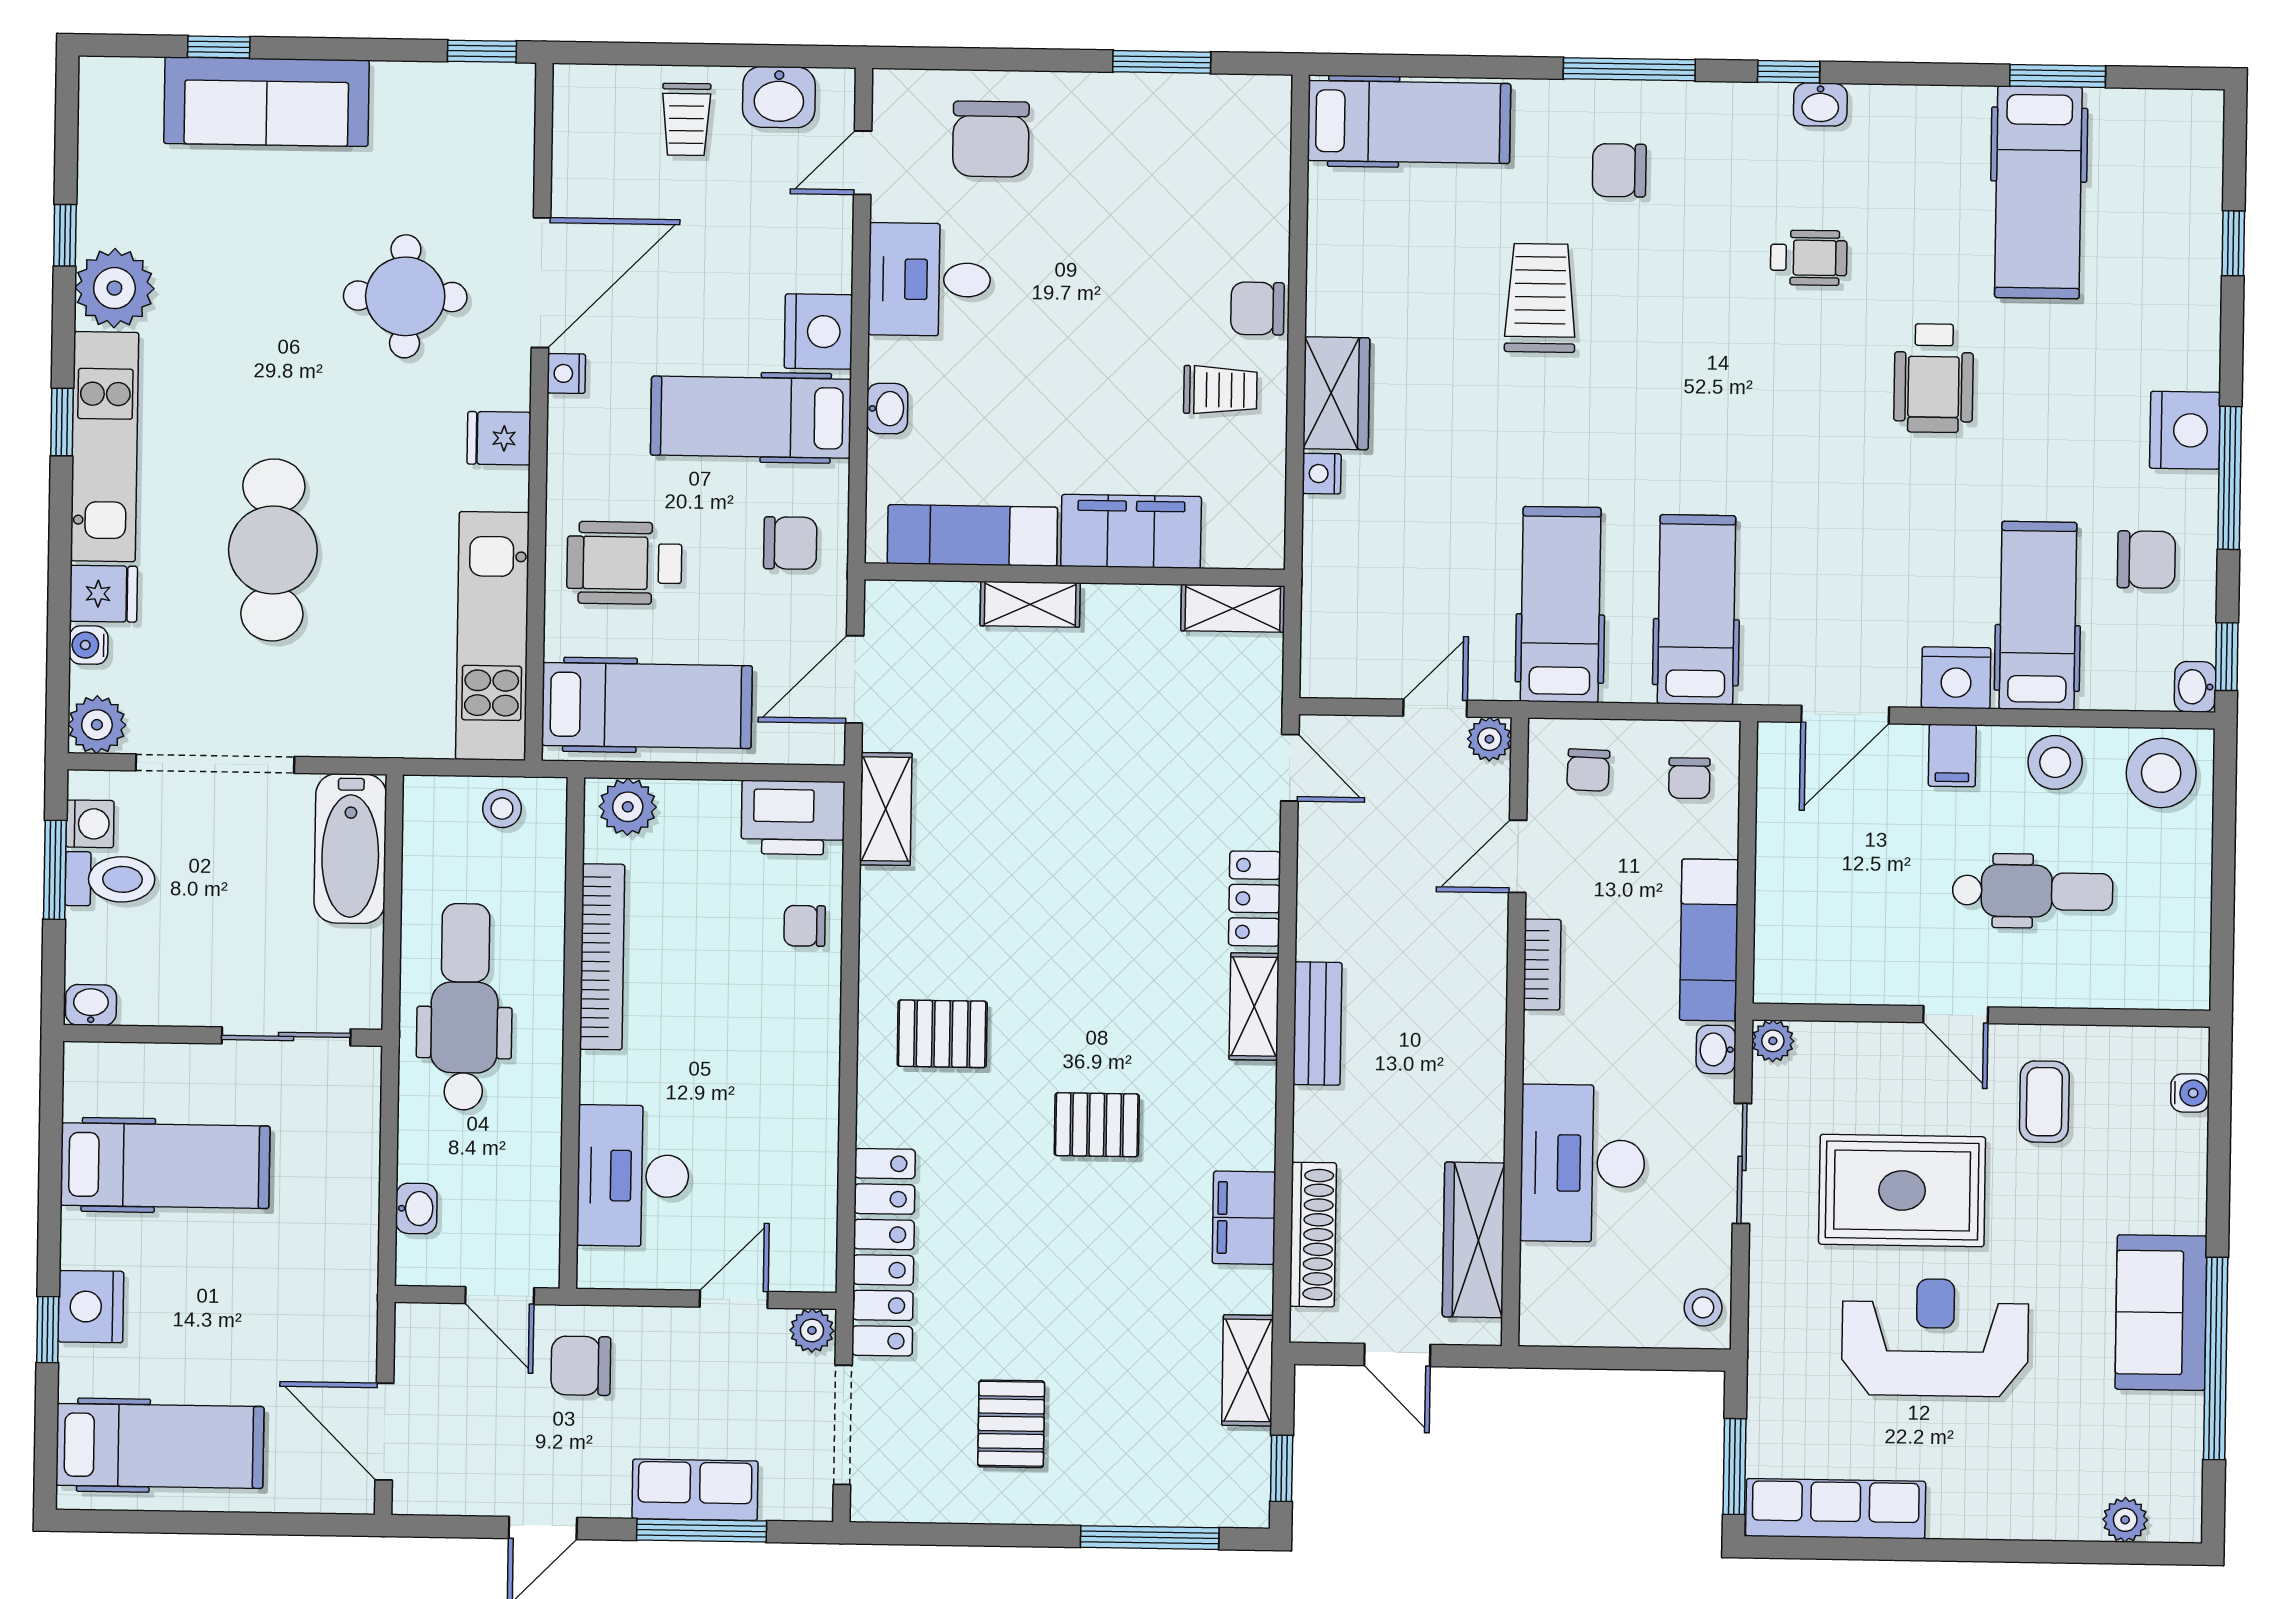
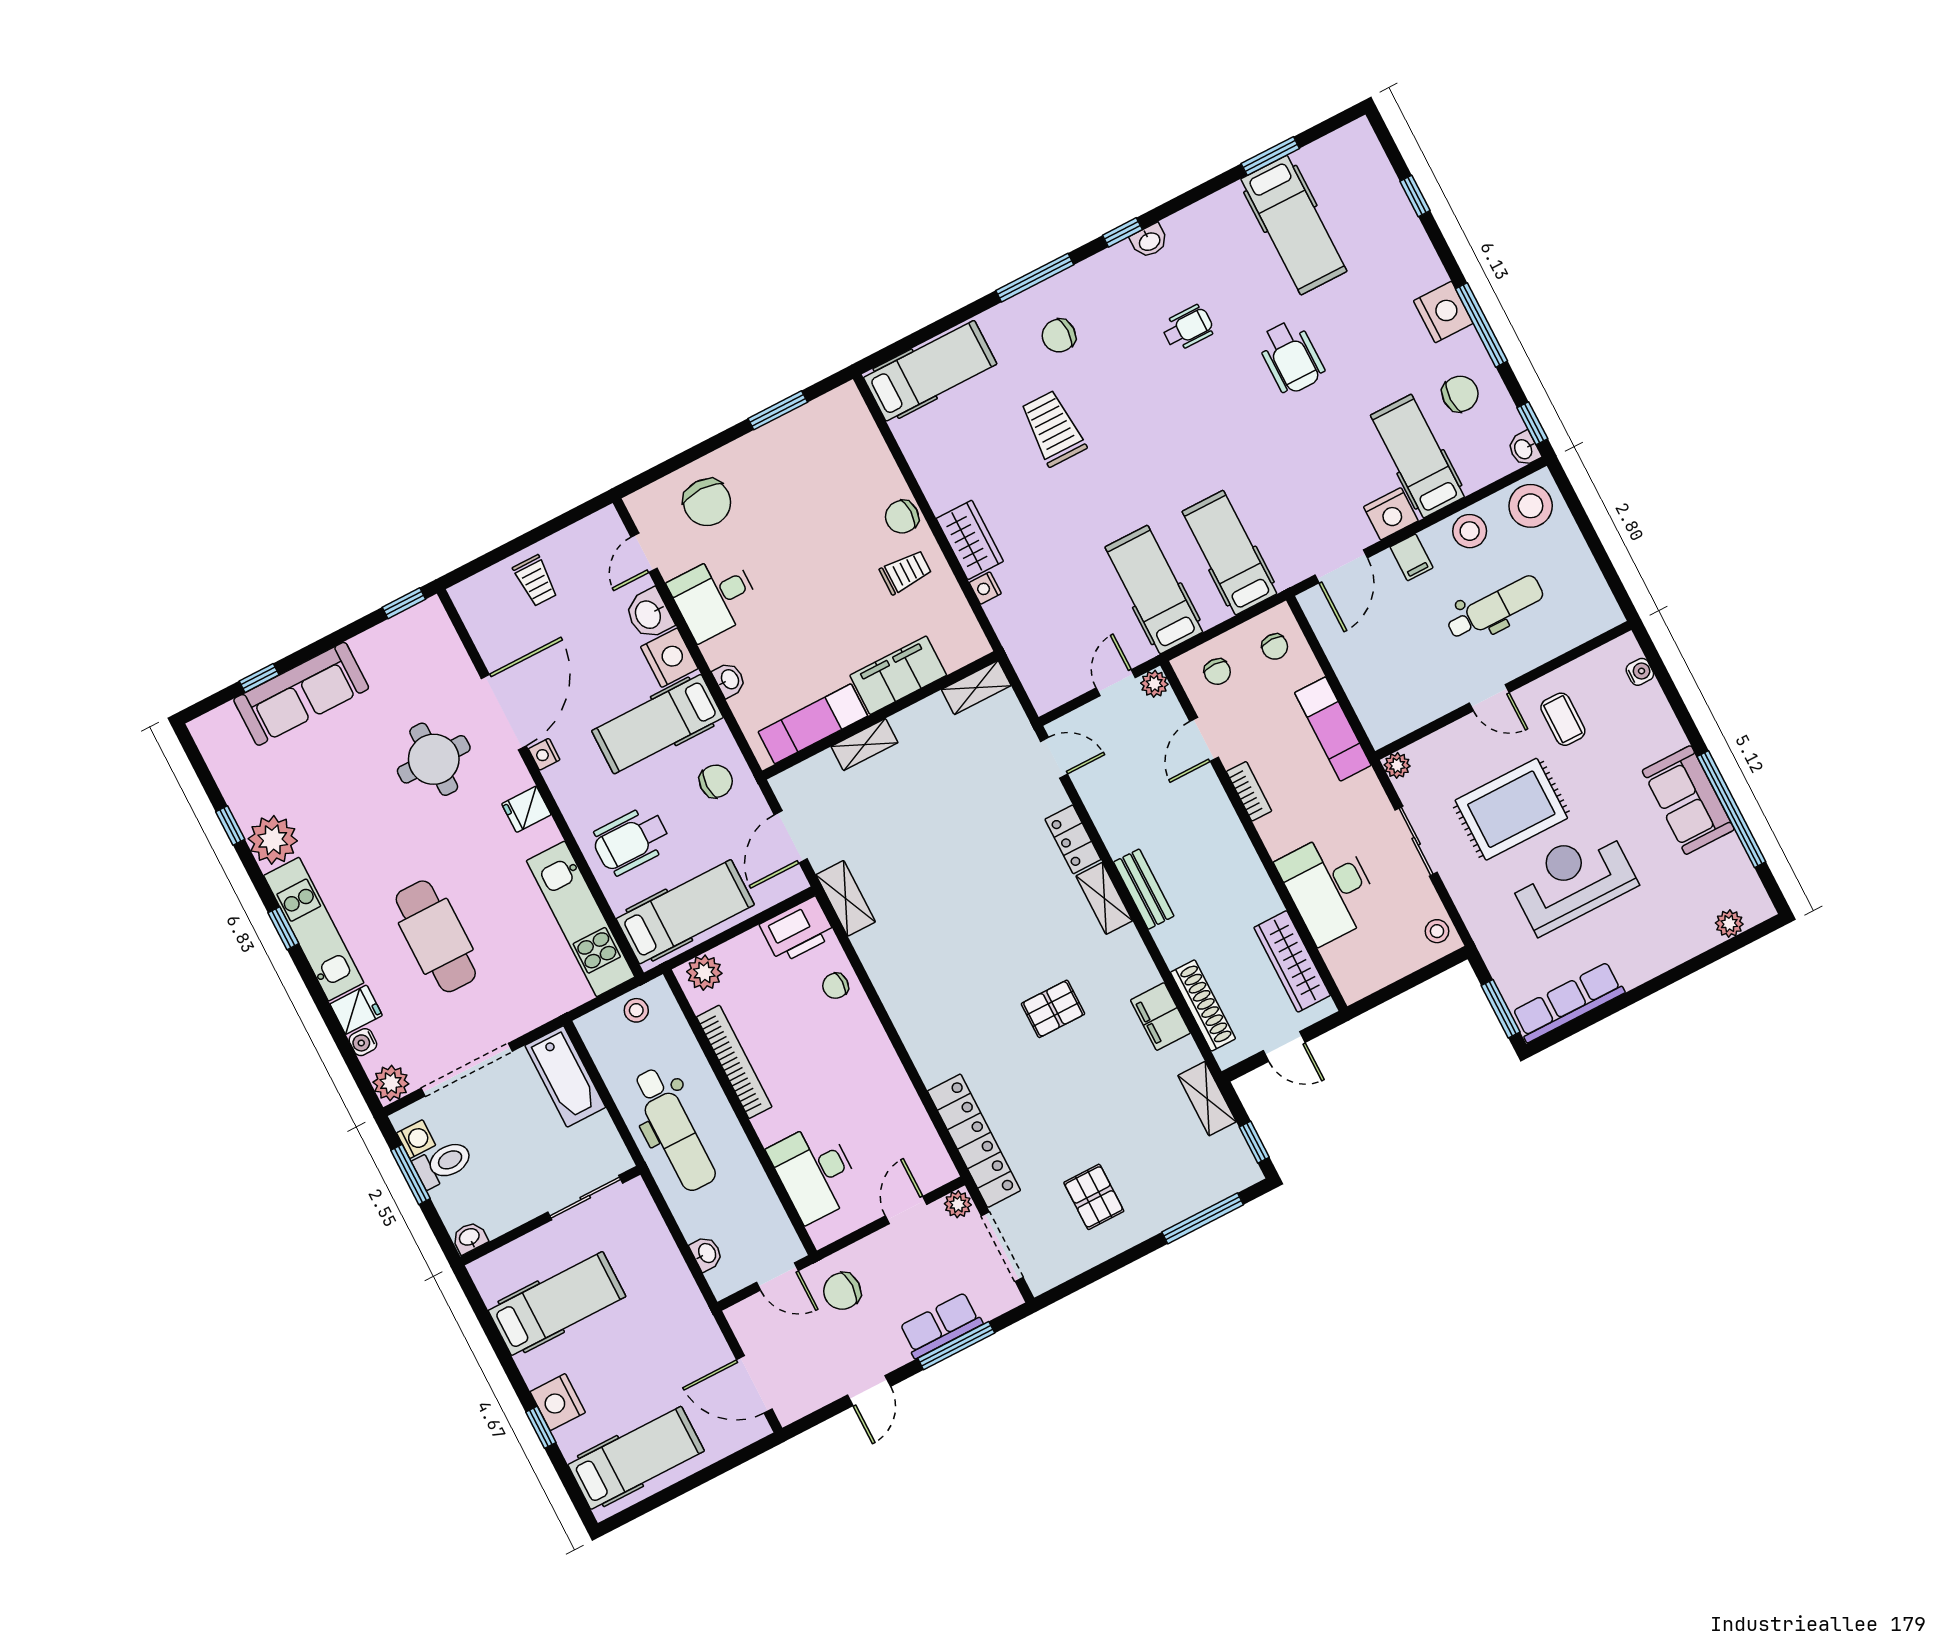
washbasin: (779, 97) -> (649, 614), moved, turned 90
dental chair: (465, 1007) -> (674, 1129), turned 180
pallet: (942, 1034) -> (942, 1004), removed
washbasin: (1716, 1049) -> (1369, 787), removed

